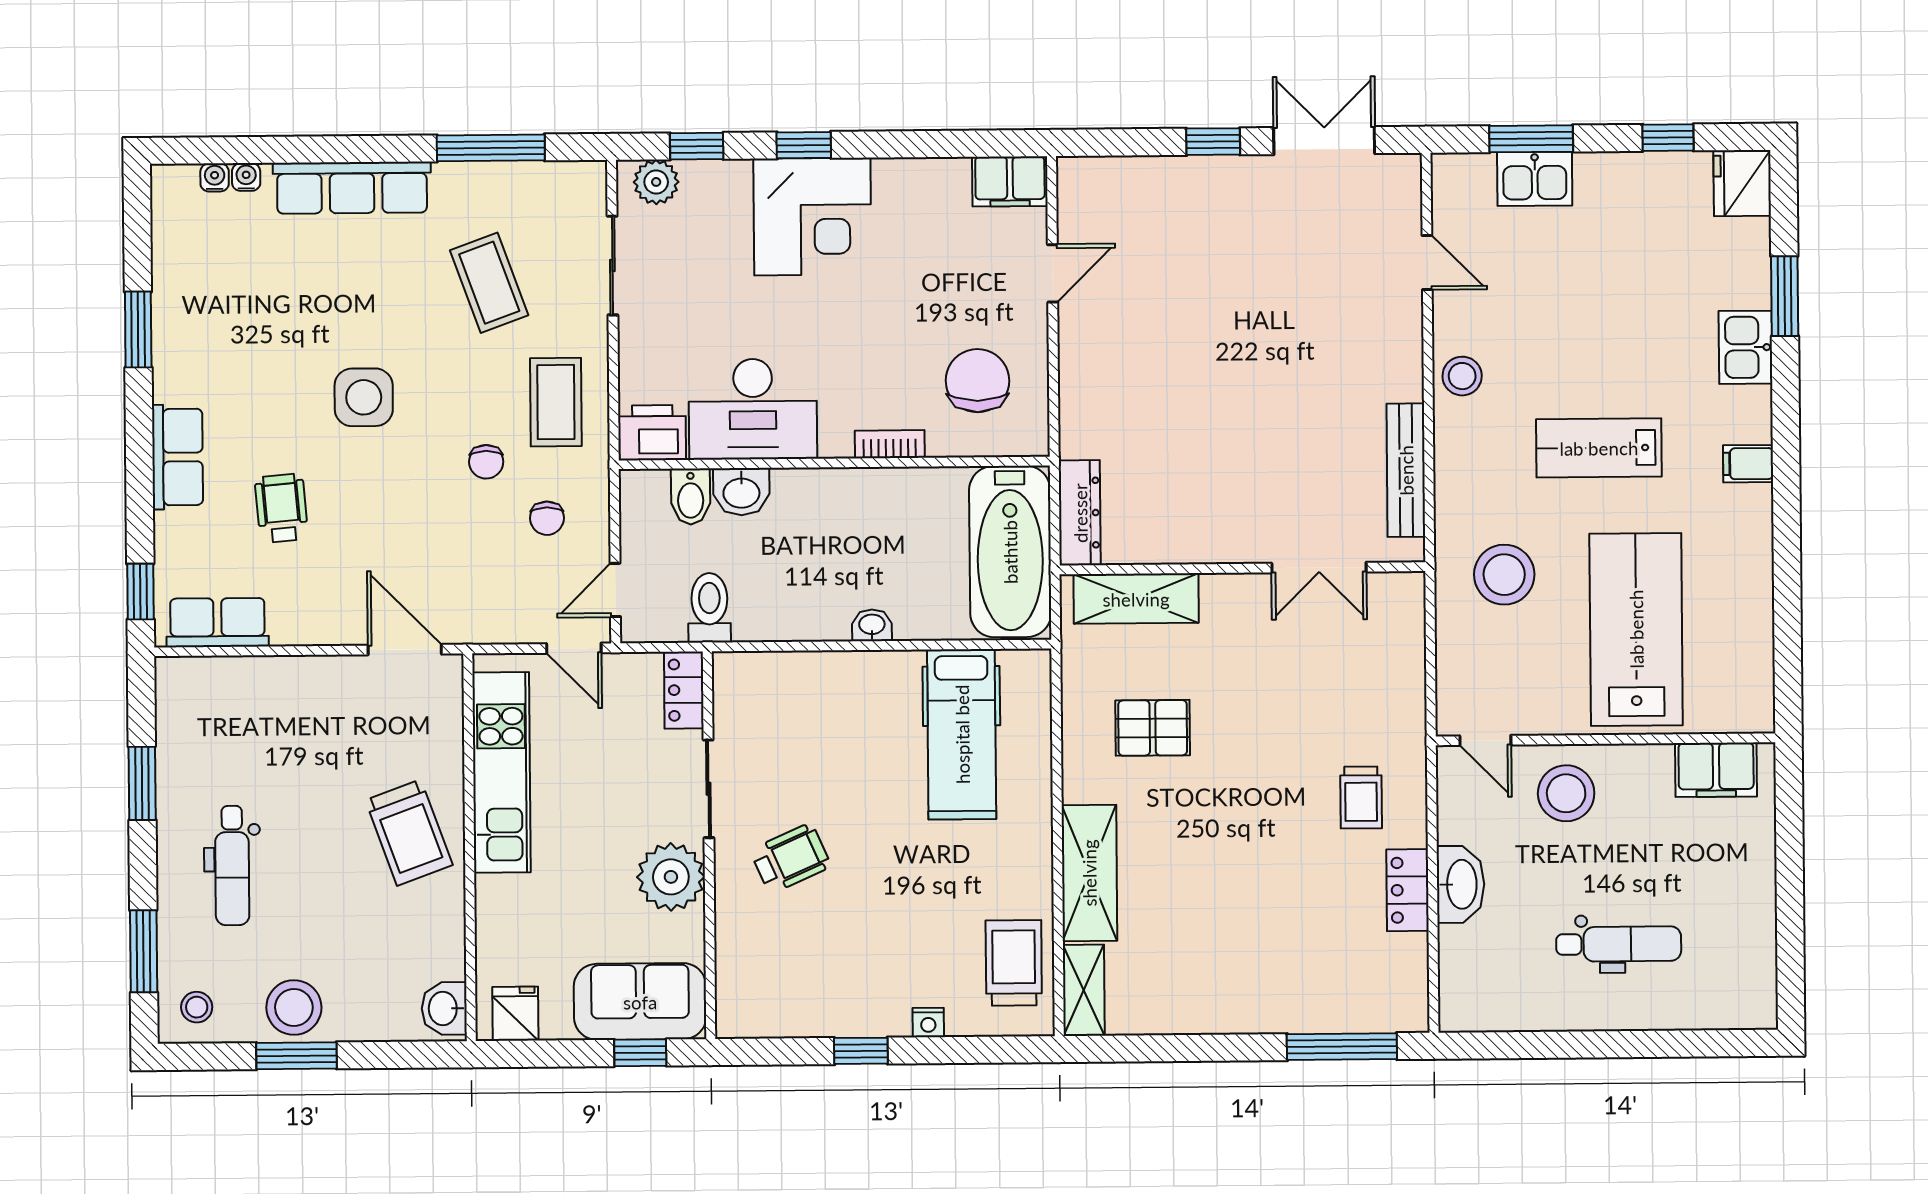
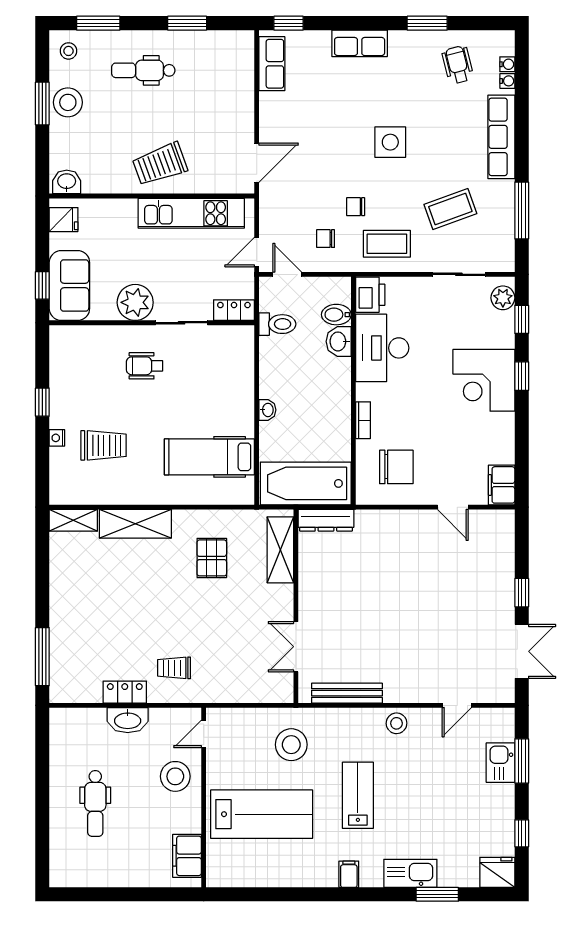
kitchen sink: (1746, 347) -> (410, 873), width x1.38
wheelchair: (281, 508) -> (458, 65), moved, turned -99
wheelchair: (791, 858) -> (144, 366), turned 114
trolley: (1014, 963) -> (104, 445), moved

